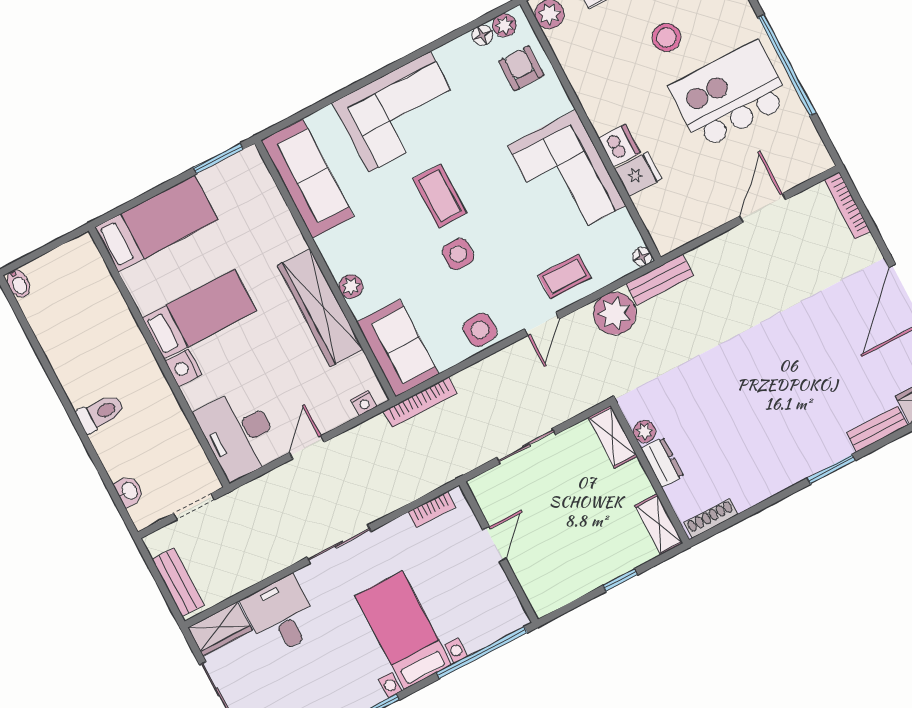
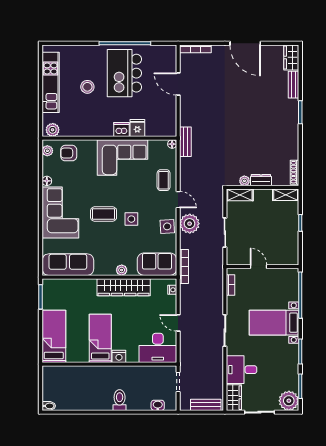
floor lamp: (482, 35) -> (47, 181), moved
plant: (615, 313) -> (190, 224), moved

